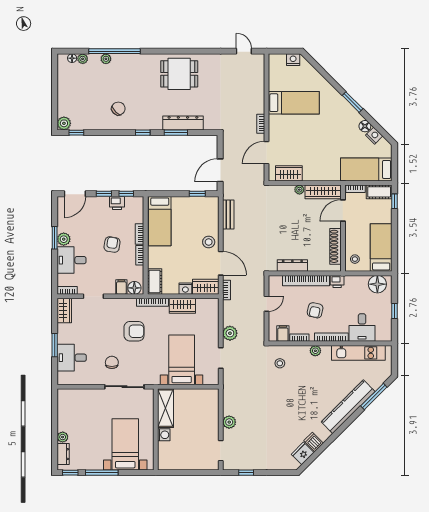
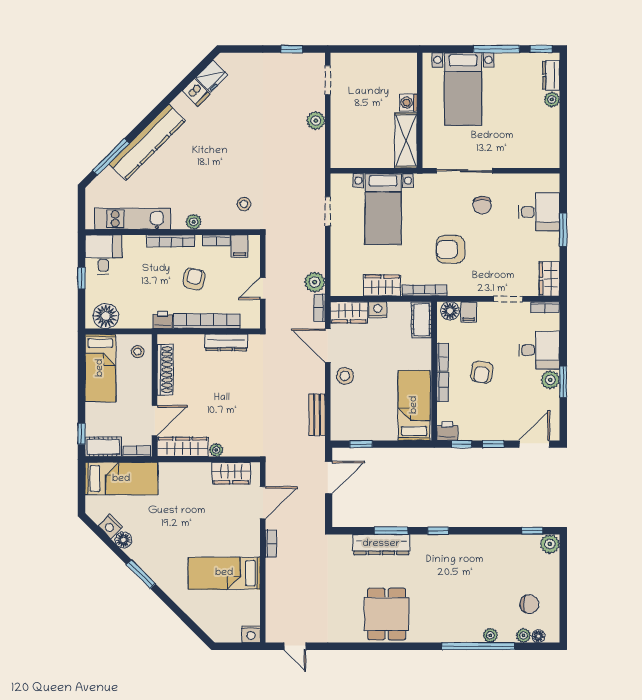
nightstand: (293, 60) -> (251, 634), moved
dining table: (179, 74) -> (387, 614), turned 90
chair: (118, 109) -> (529, 604), moved, turned -135
printer: (117, 203) -> (447, 431), moved
desk: (362, 328) -> (103, 255), moved
plant: (230, 333) -> (315, 282), moved

